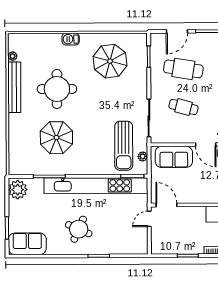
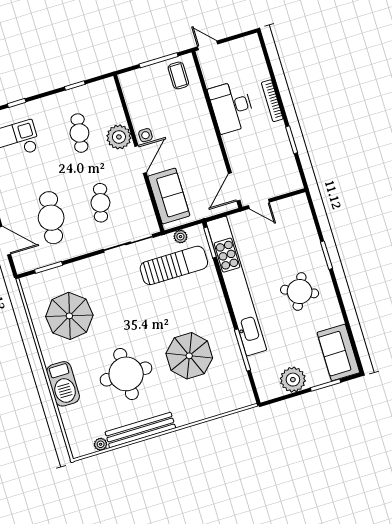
barbecue: (71, 39) -> (63, 384), width x1.88, depth x1.53
plant: (18, 190) -> (293, 380), moved

